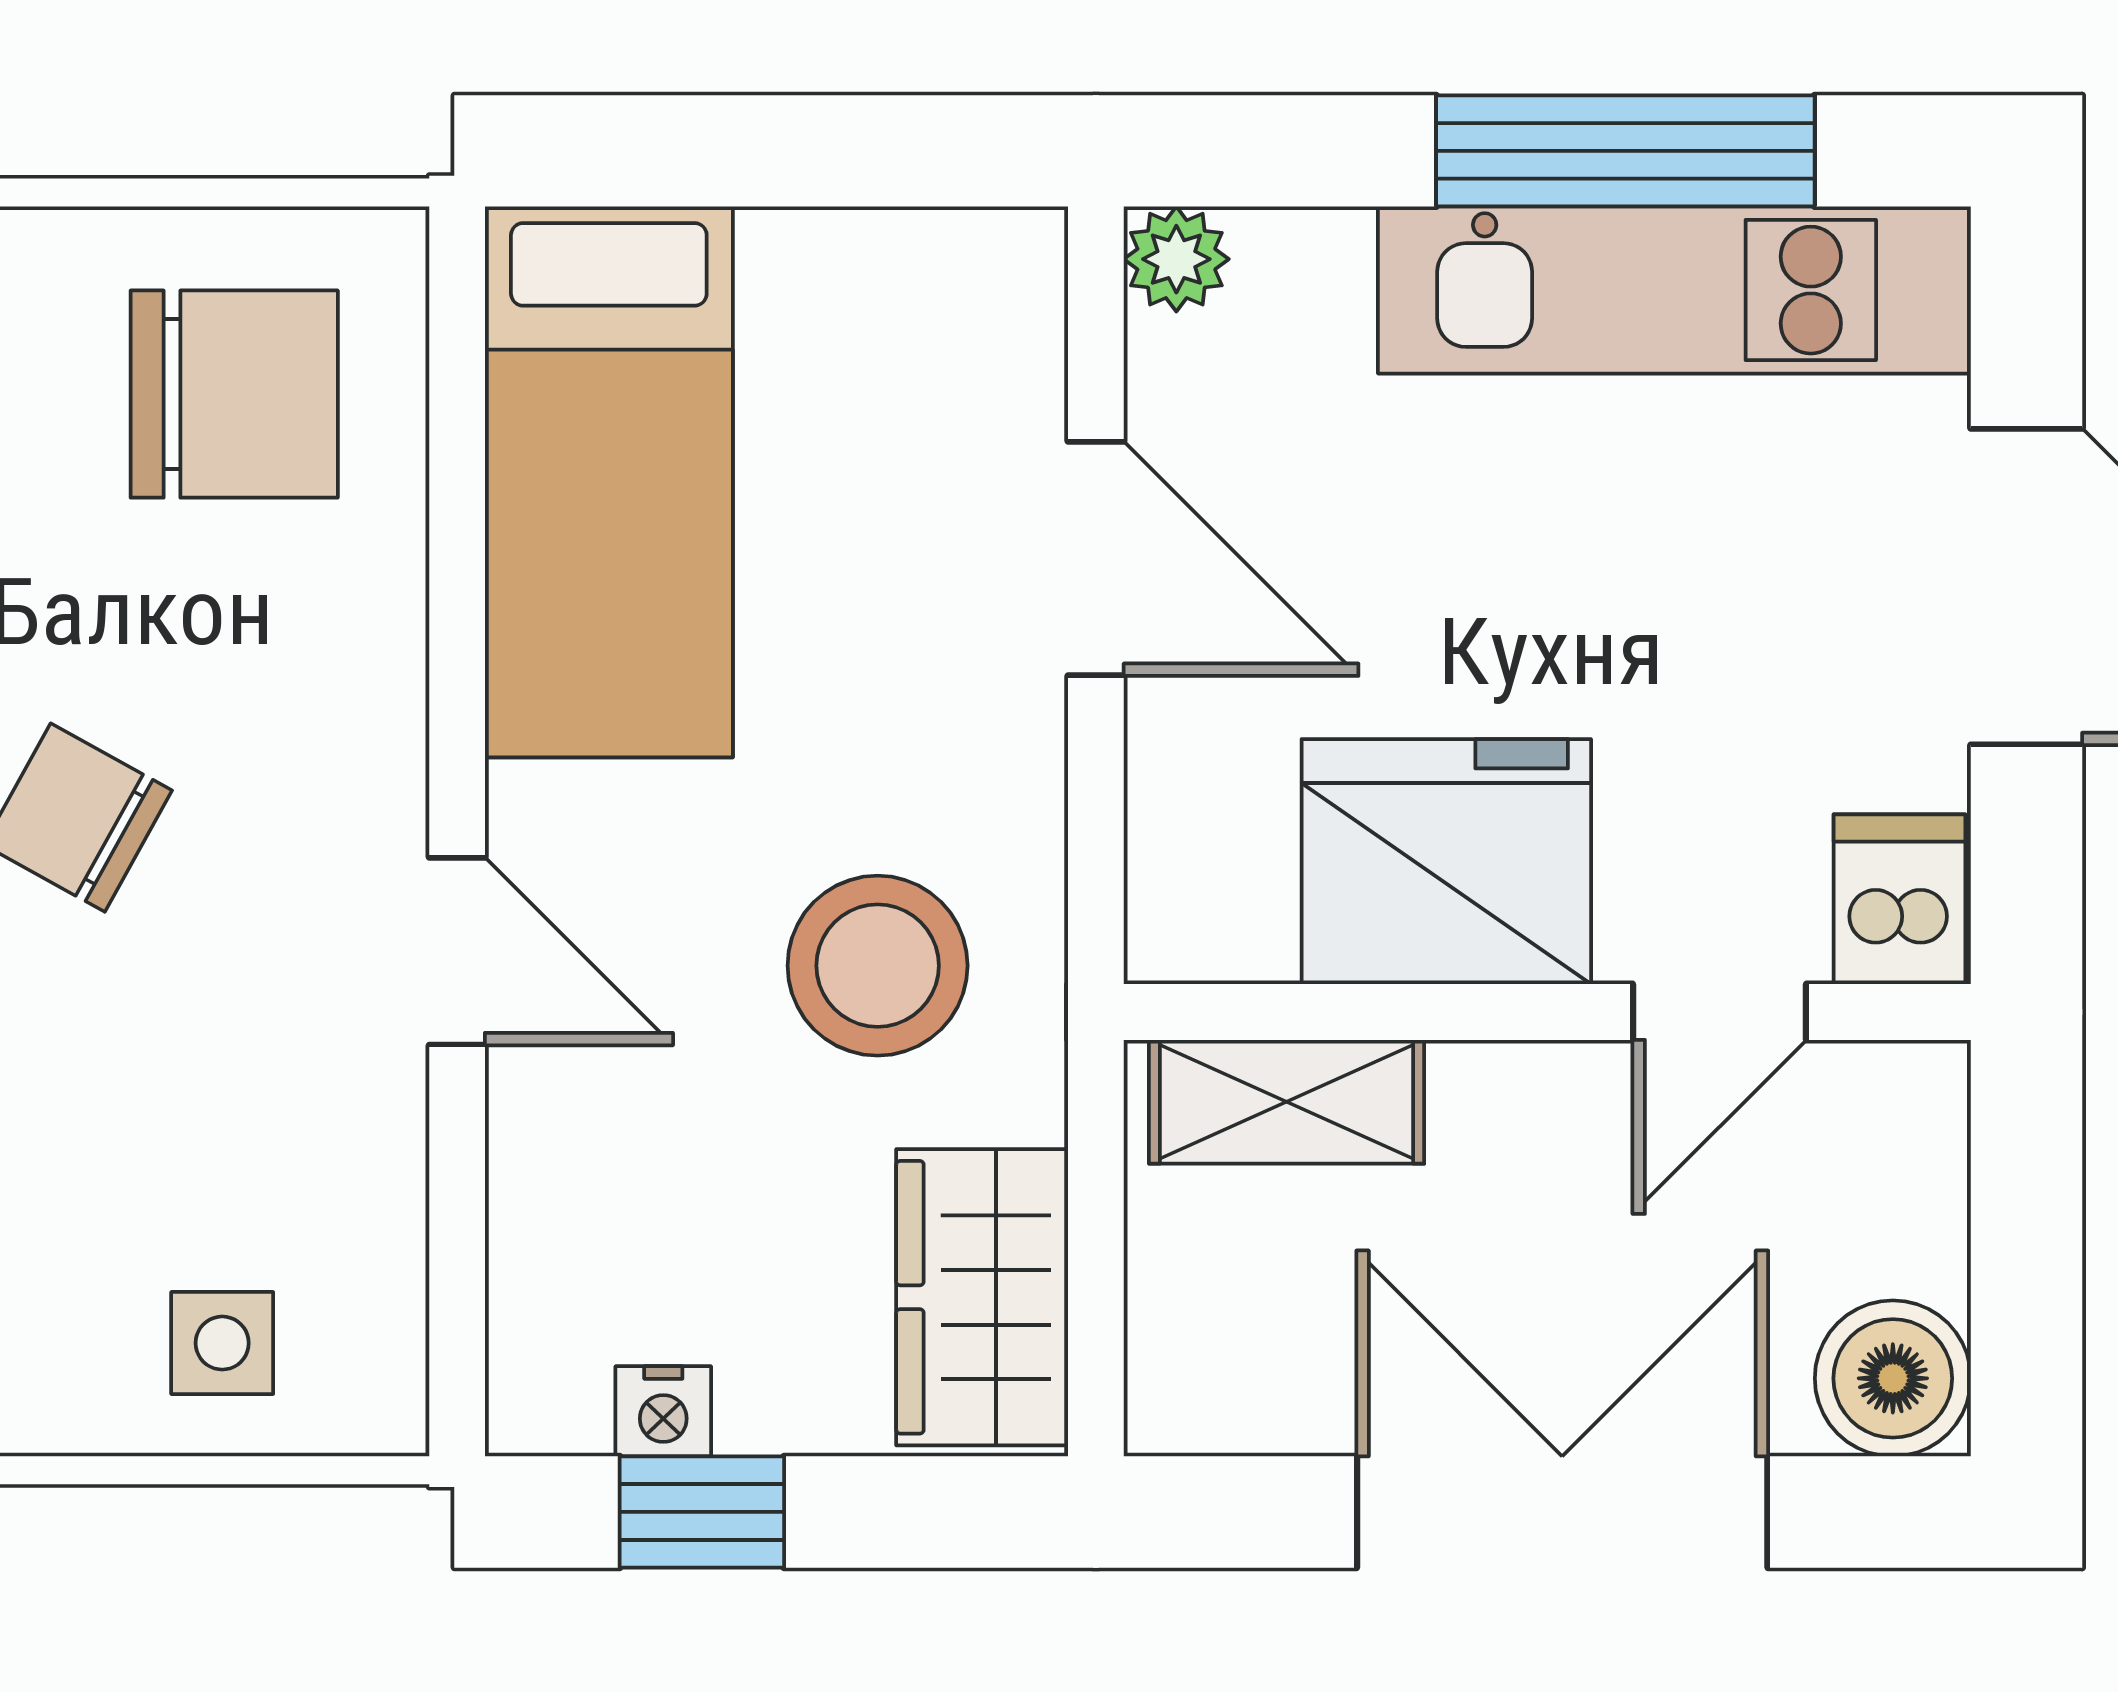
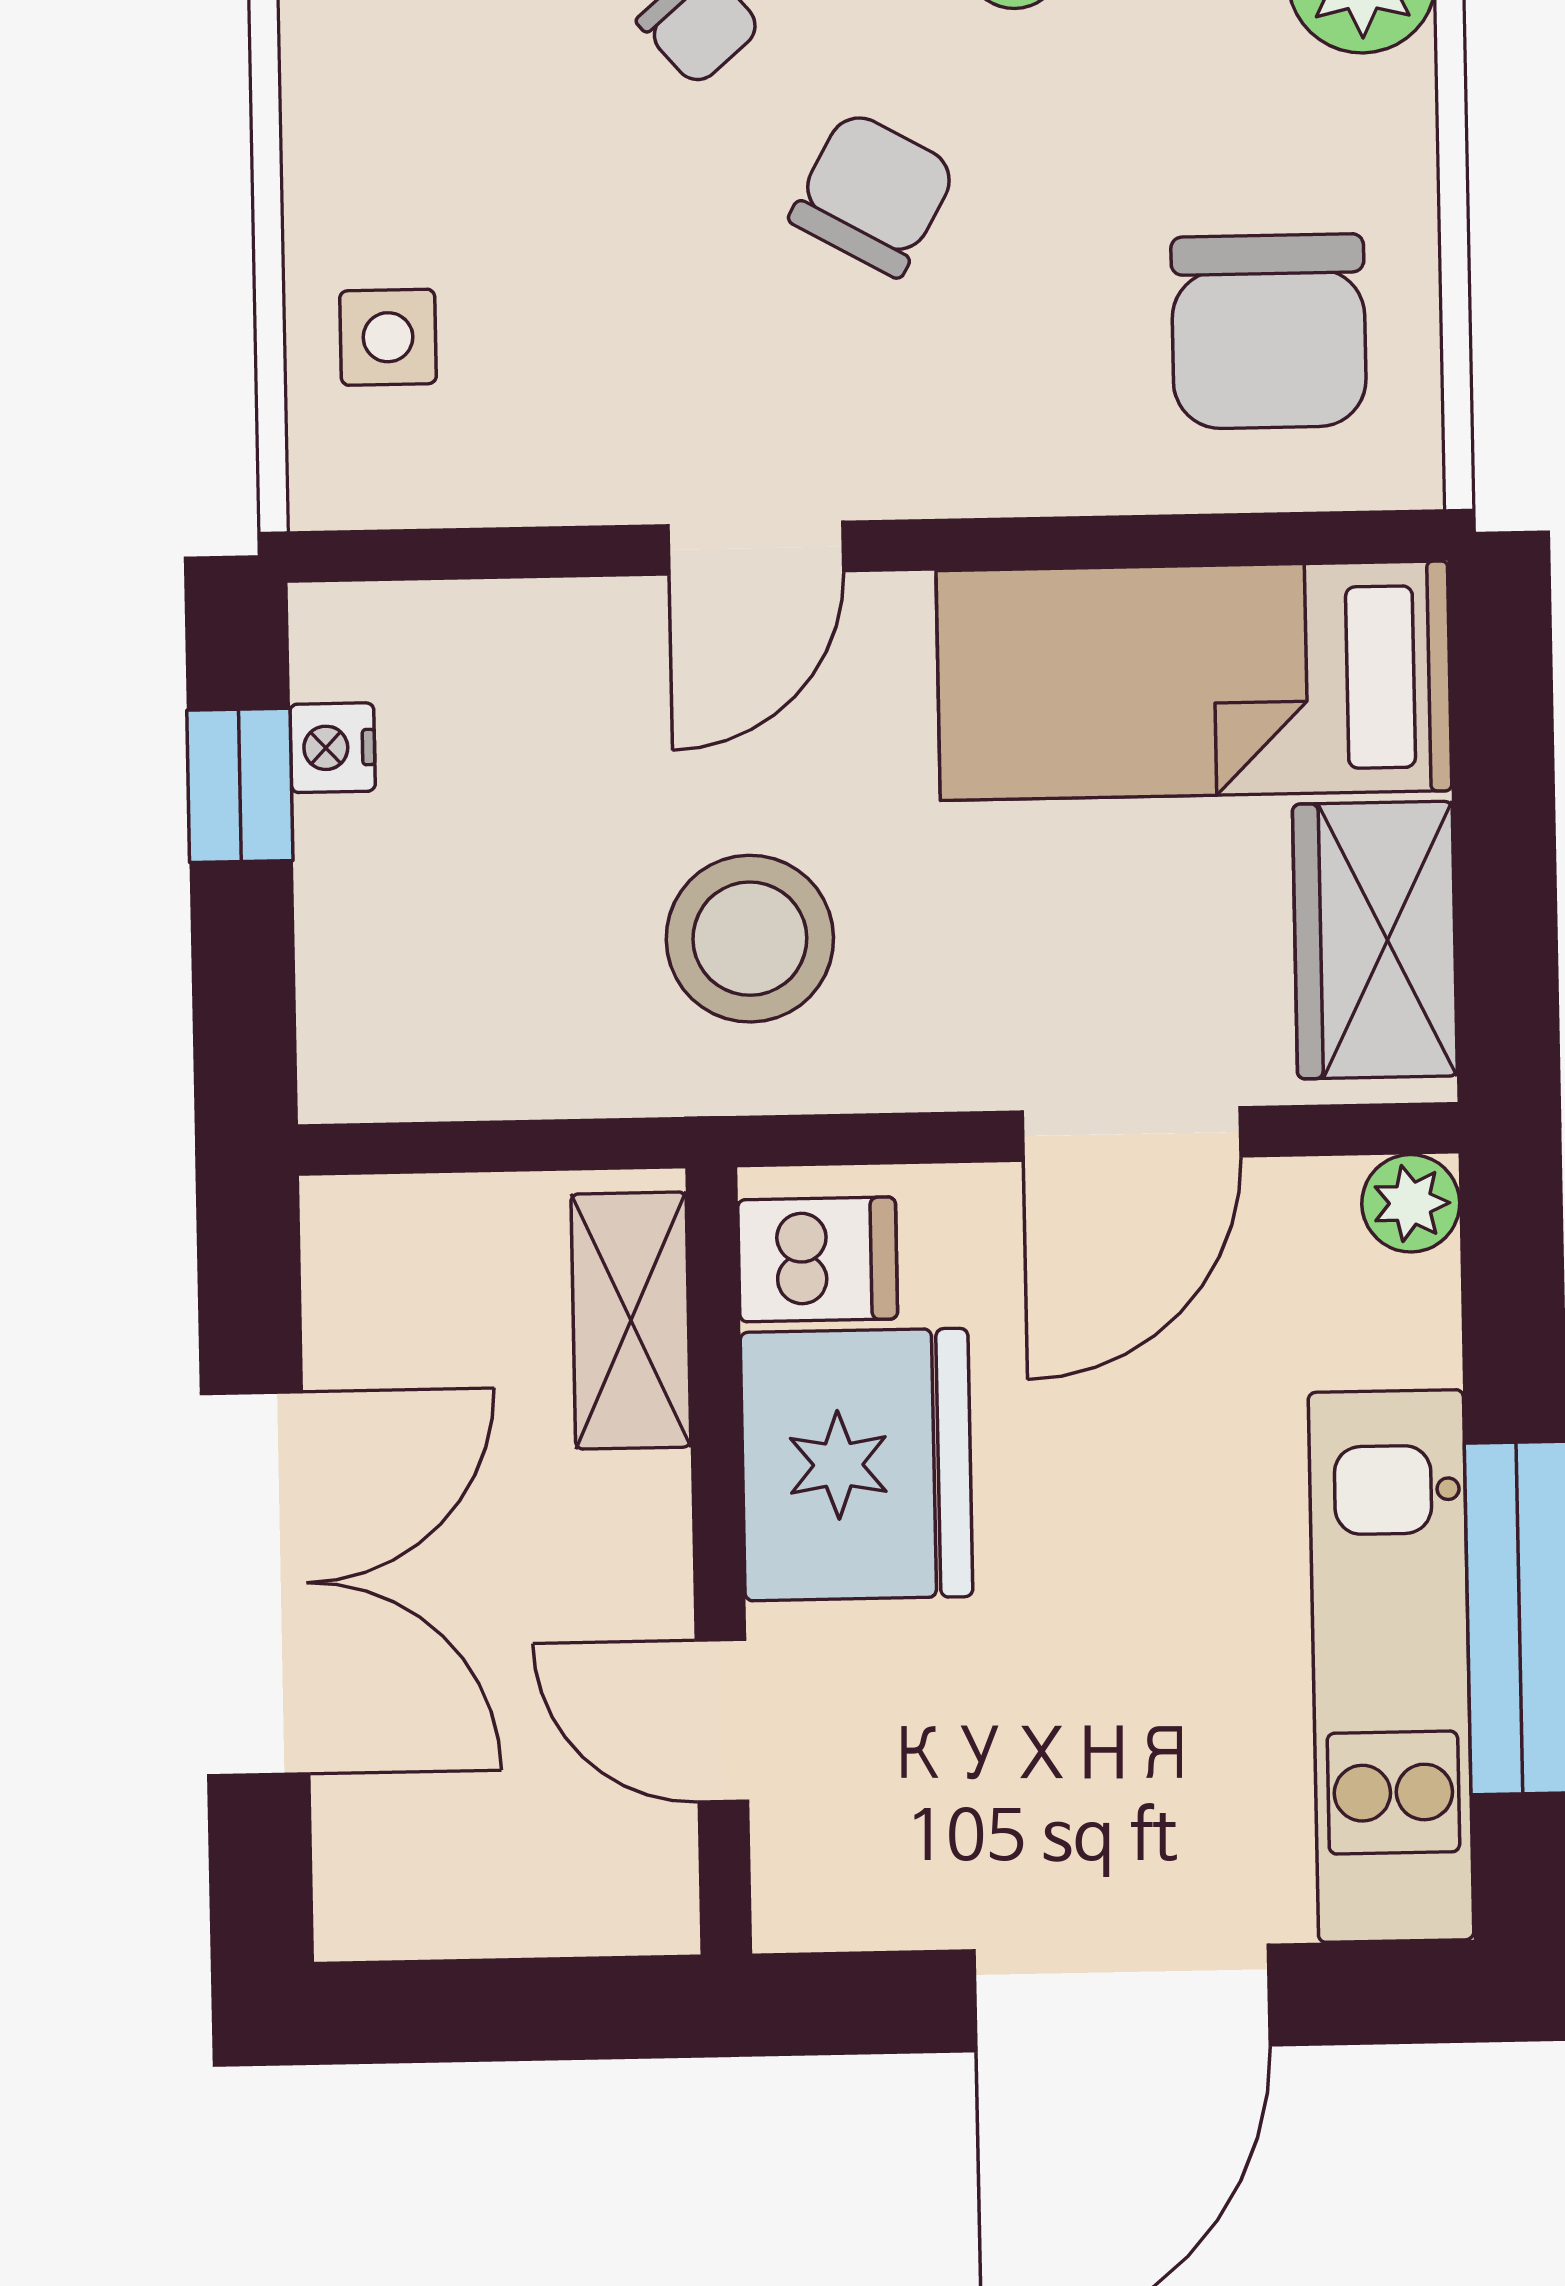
dishwasher: (1899, 899) -> (818, 1259), moved
wardrobe: (982, 1297) -> (1375, 940), moved, turned -90
boiler: (1893, 1378) -> (385, 1888), removed

